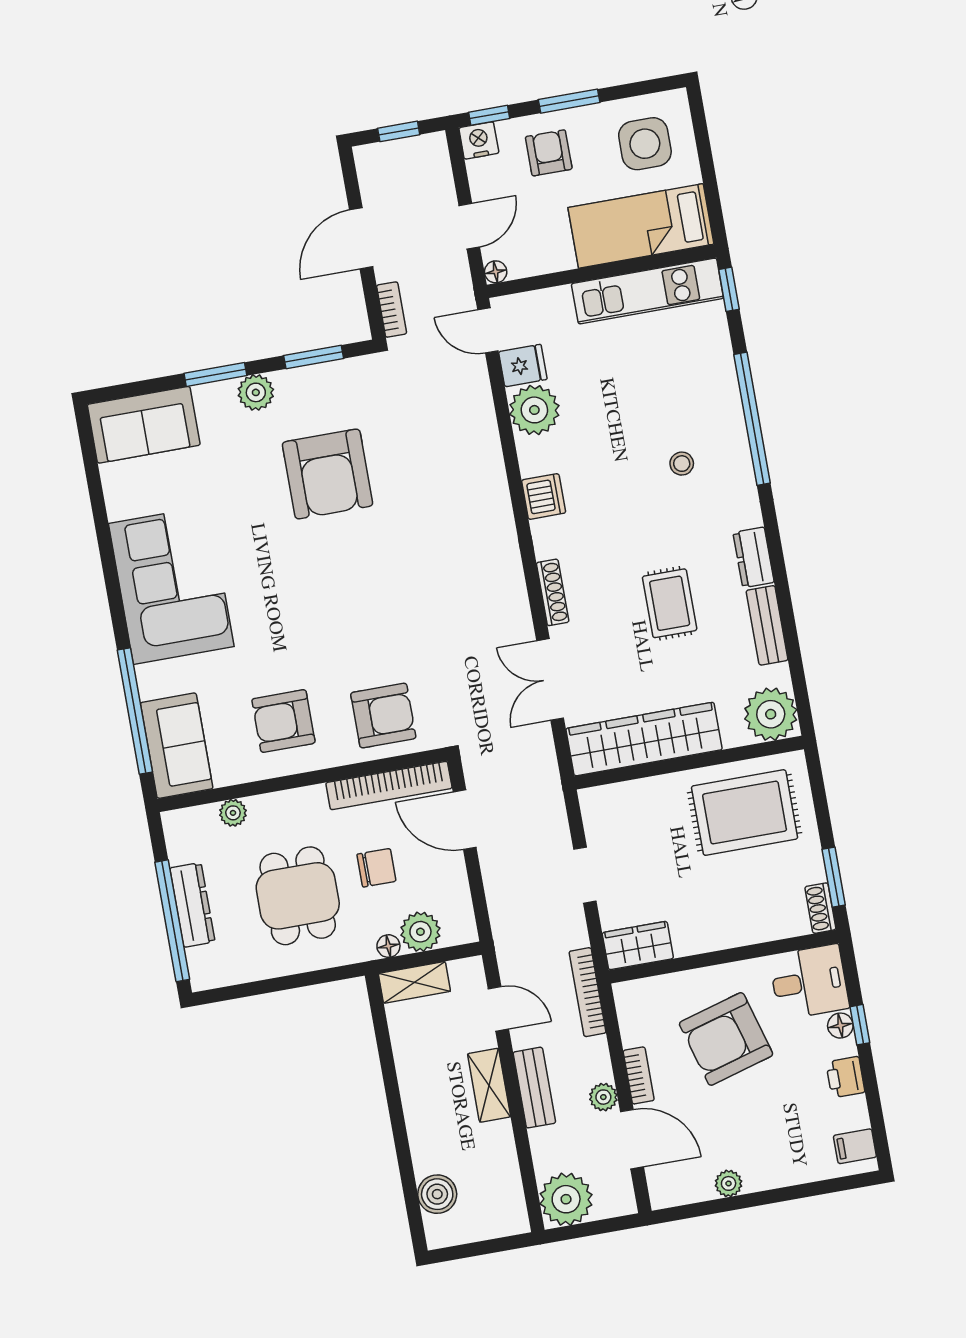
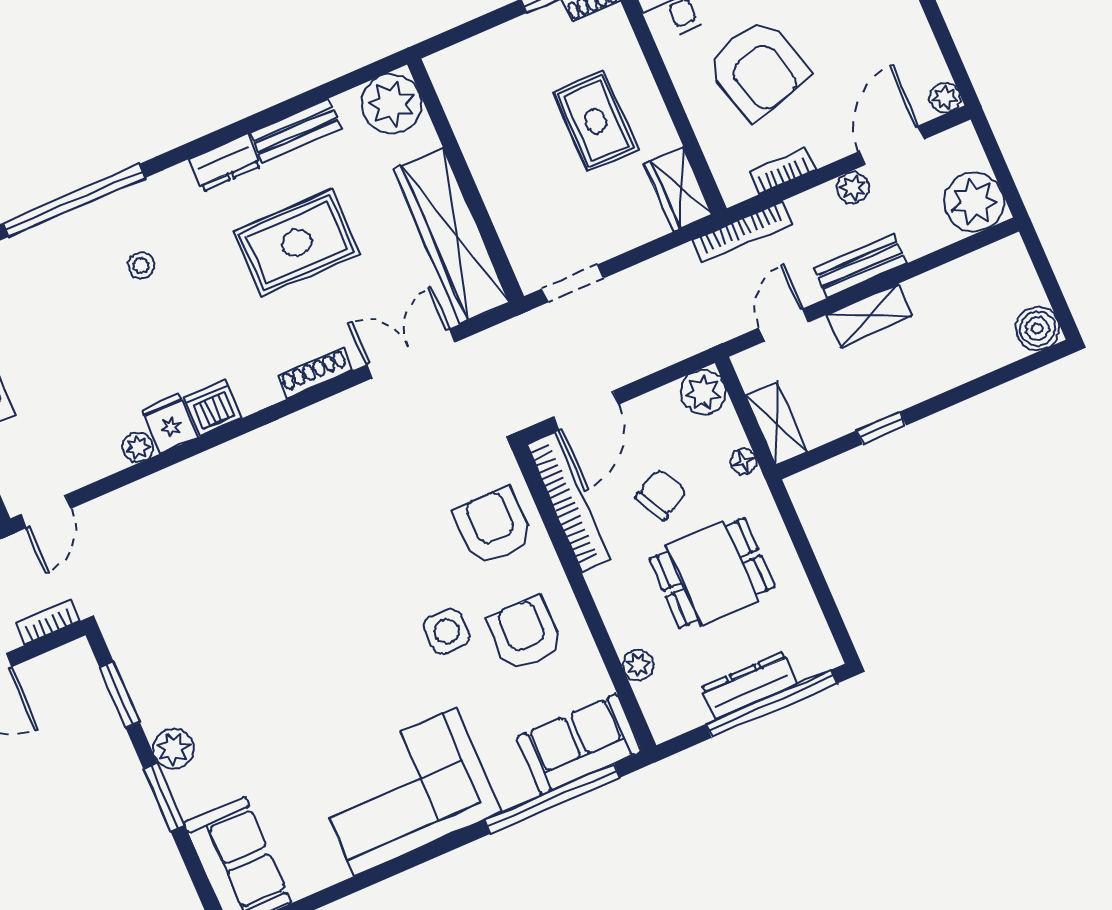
fridge: (523, 366) -> (169, 423), moved
plant: (534, 410) -> (138, 447), width x0.53, depth x0.53
armchair: (328, 474) -> (244, 649), removed
rug: (670, 603) -> (297, 243), width x1.36, depth x1.43
side table: (302, 654) -> (447, 631), added
double door: (550, 679) -> (411, 354), swing flipped
armchair: (283, 721) -> (525, 634), turned 180
rug: (745, 813) -> (596, 121), moved, width x0.73, depth x0.70
chair: (376, 868) -> (661, 494), turned 62
doorway: (585, 875) -> (573, 283), moved
plant: (420, 932) -> (703, 392), moved
window: (389, 1073) -> (881, 428), added
bookcase: (639, 1075) -> (782, 171), moved
plant: (729, 1183) -> (945, 98), moved
boiler: (437, 1194) -> (1037, 328), moved

